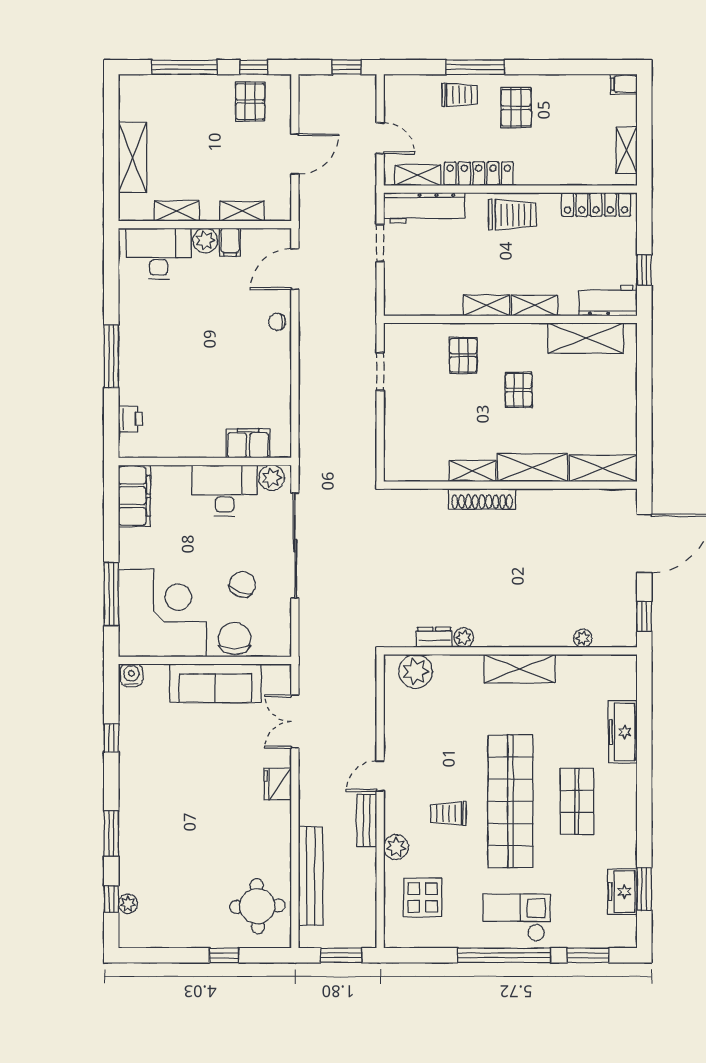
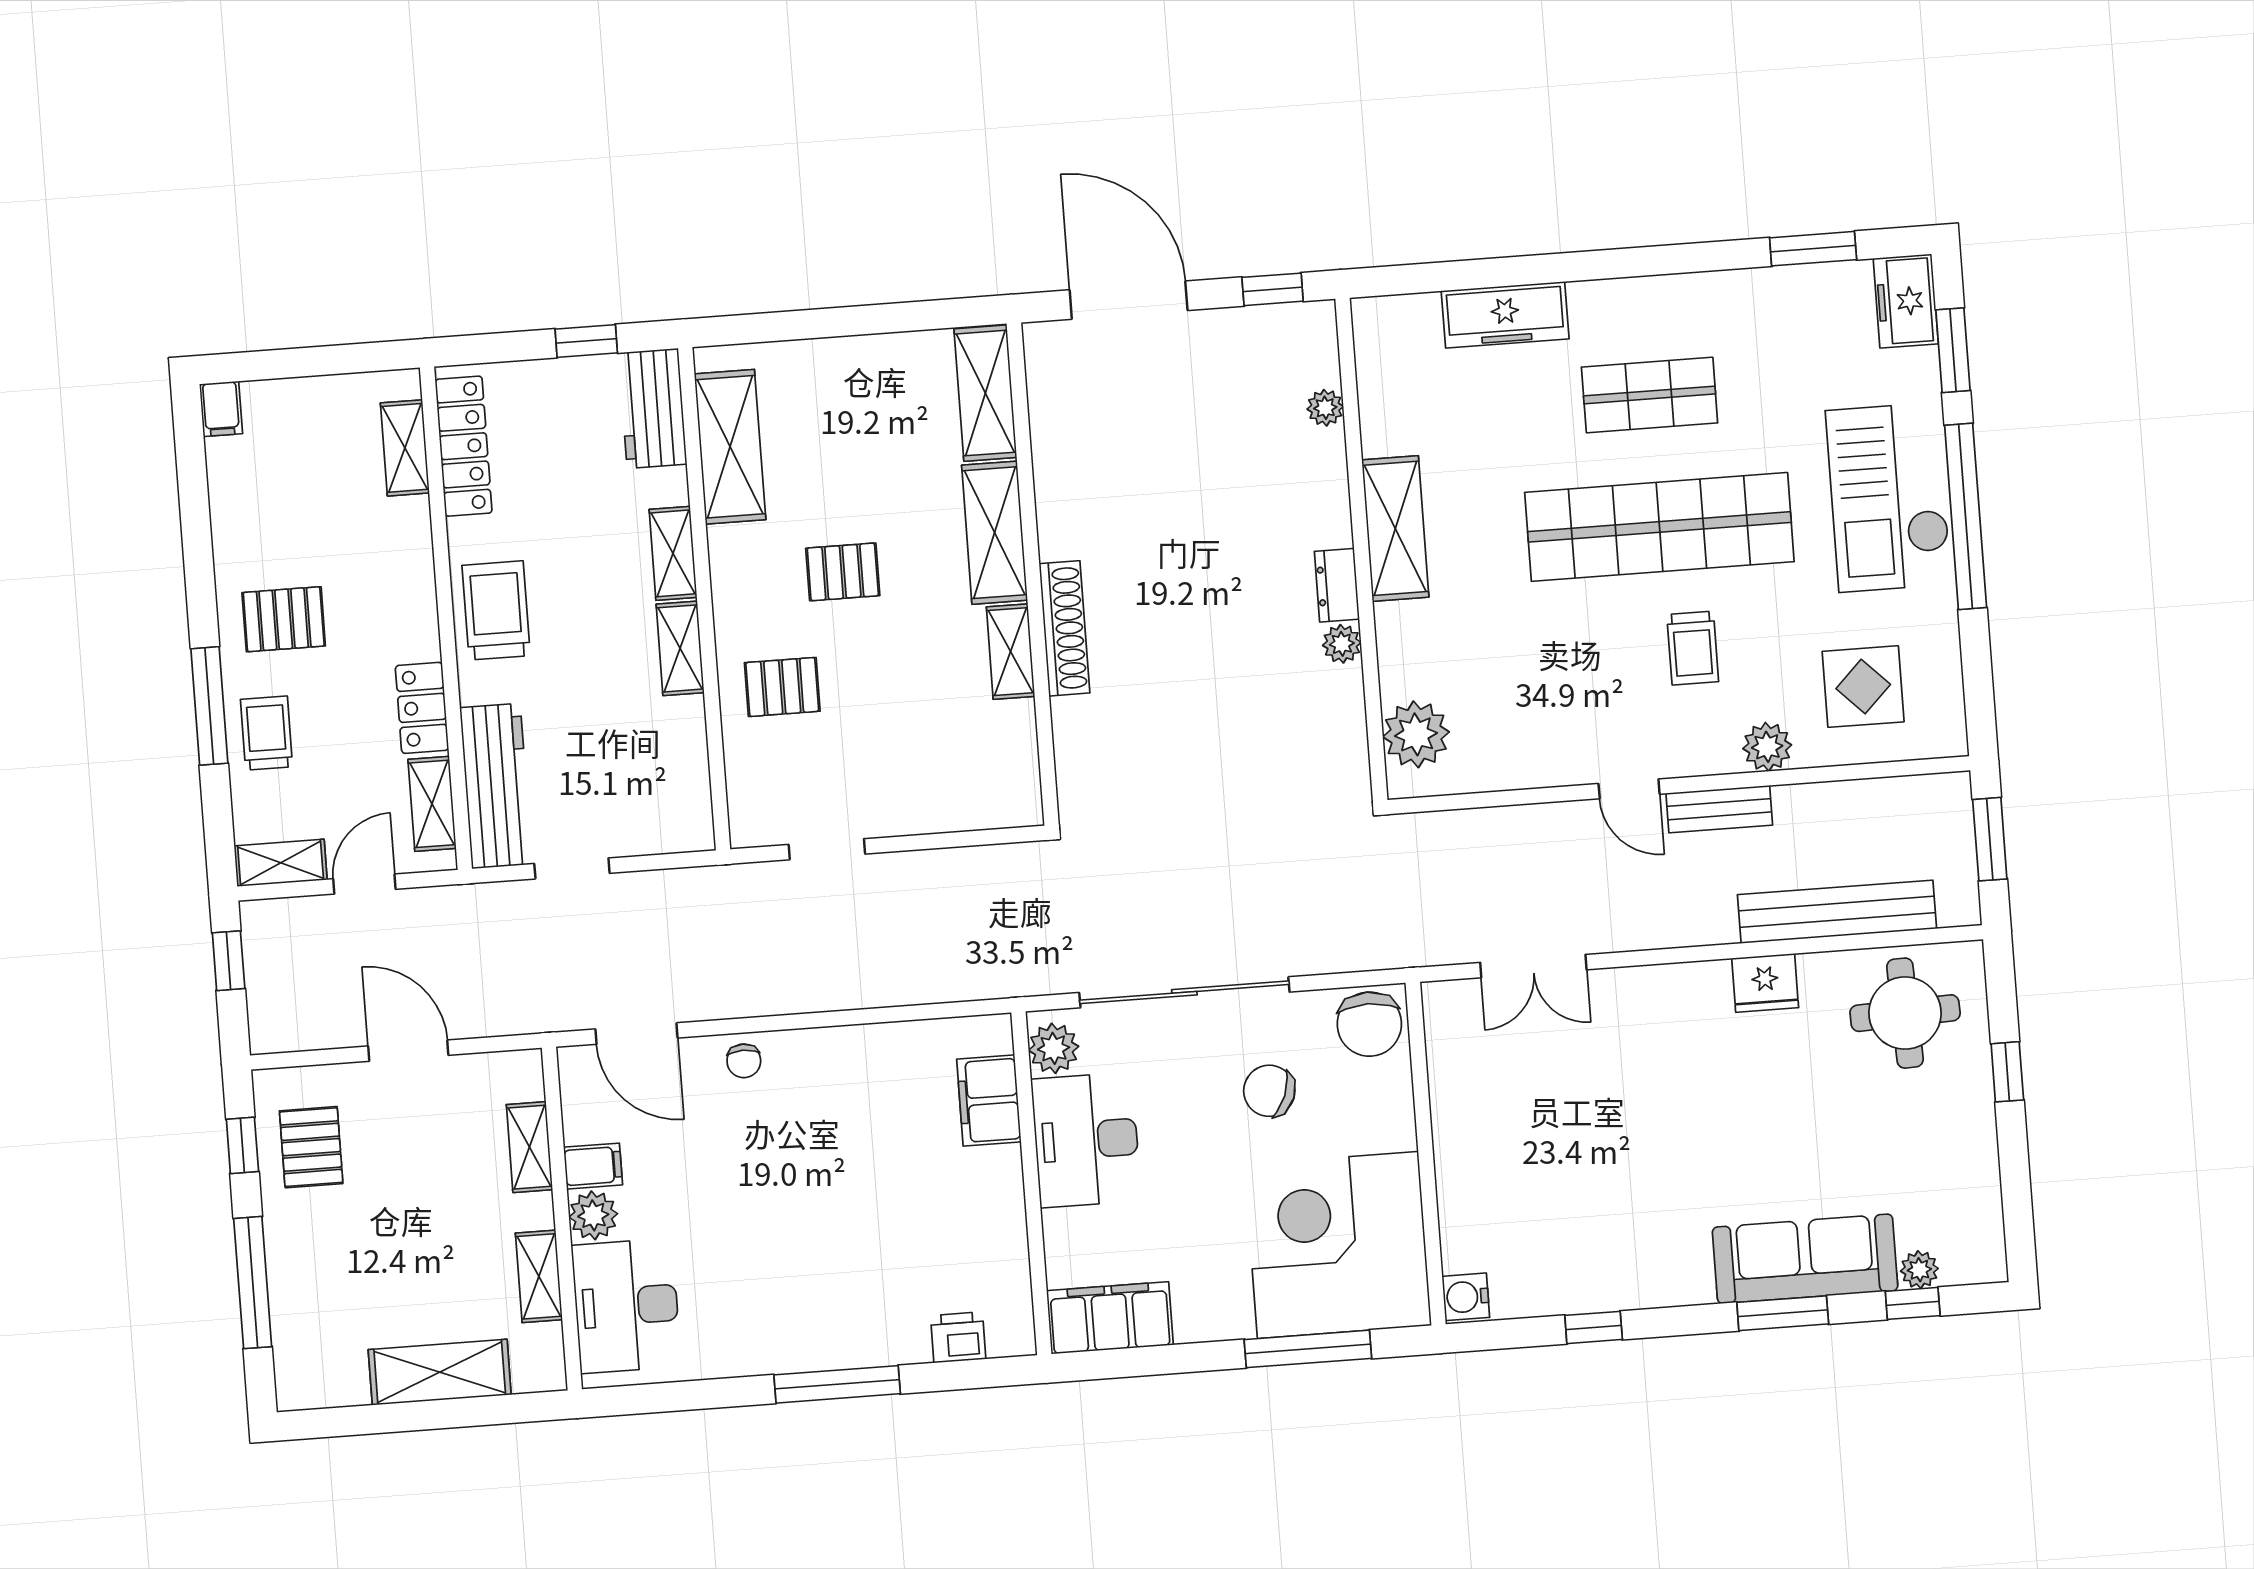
shelving: (394, 97) -> (281, 863), added
pallet: (250, 102) -> (311, 1147), turned 90
shelving: (627, 150) -> (405, 448), moved, turned 90
locker: (479, 174) -> (422, 708), width x0.66
dresser: (434, 637) -> (1337, 585), moved
chair: (235, 639) -> (1369, 1024), moved, turned -90
sofa: (215, 683) -> (1805, 1259), moved, turned -90
fridge: (278, 784) -> (1765, 983), moved
freezer: (622, 892) -> (1906, 301), moved, turned 90
checkout: (517, 918) -> (1889, 497), width x1.36, depth x1.21

